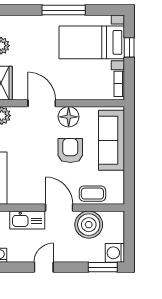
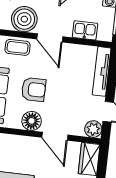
armchair: (70, 151) -> (34, 89), turned -90
kitchen sink: (27, 220) -> (85, 30), width x0.73

